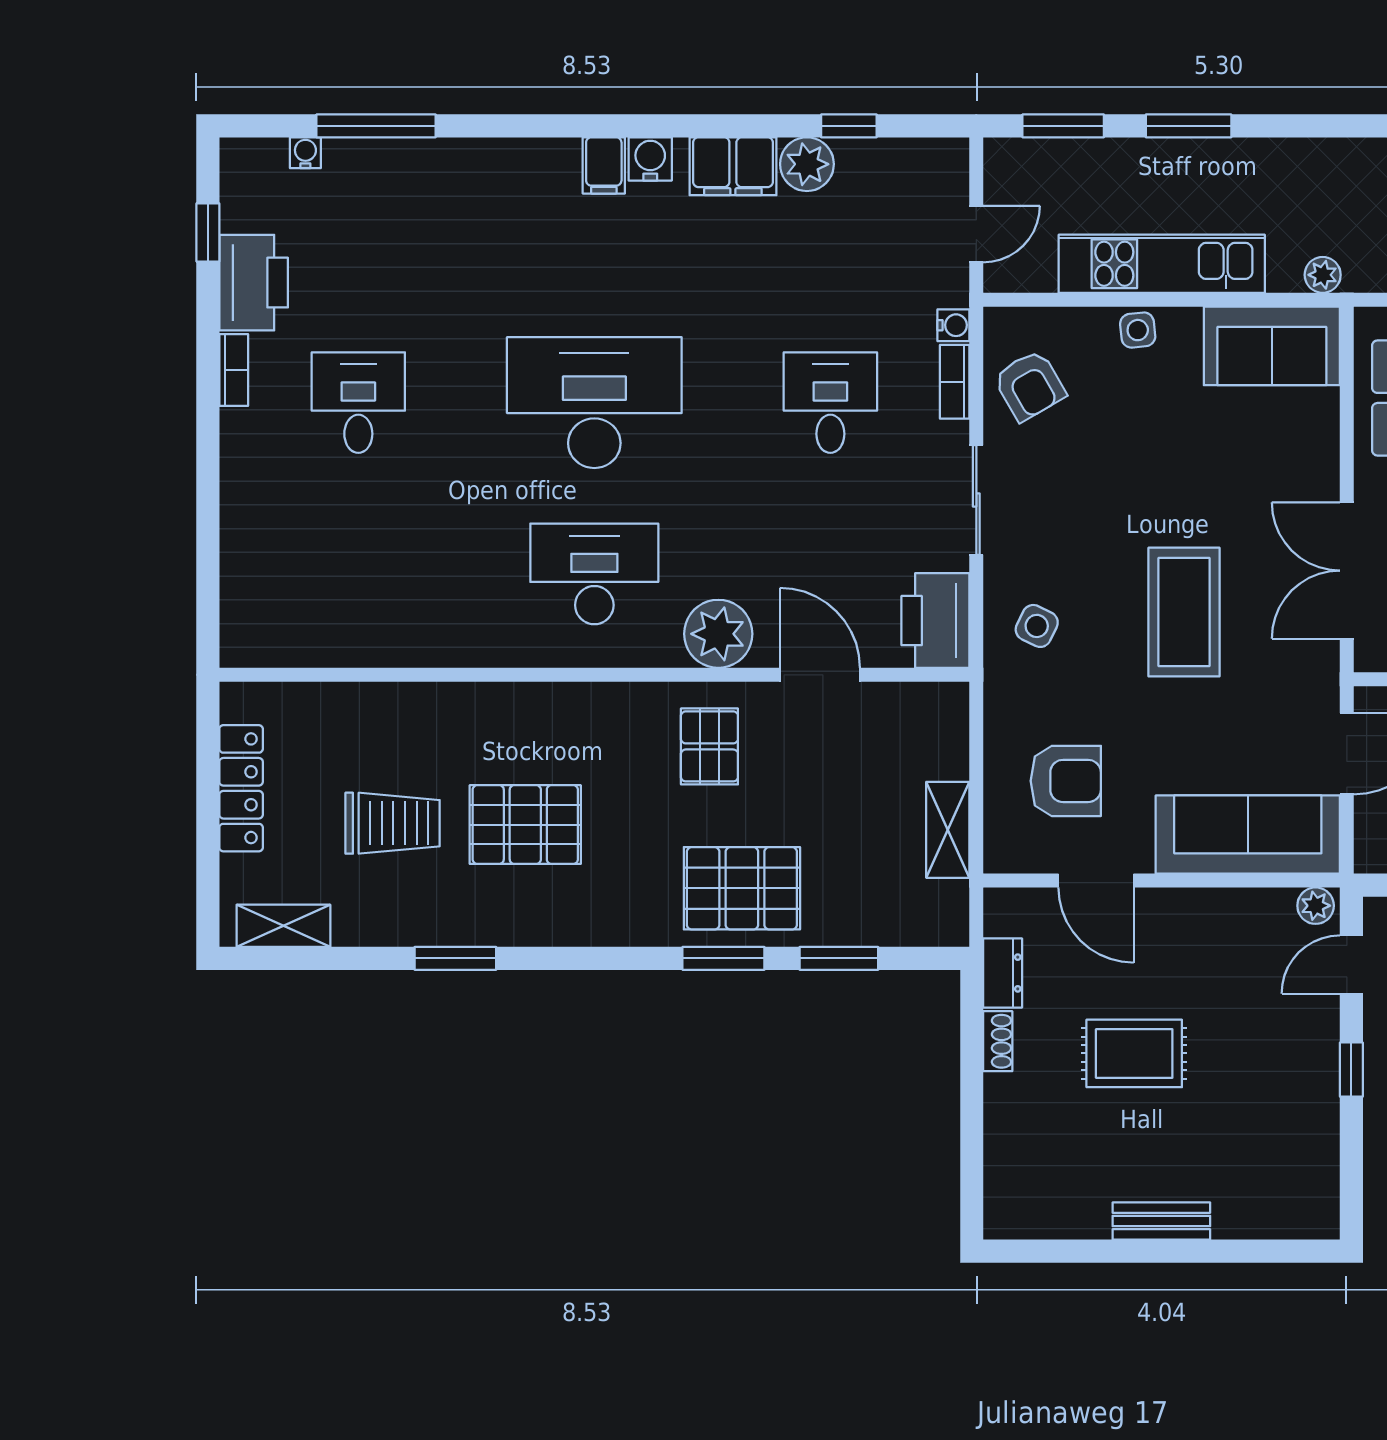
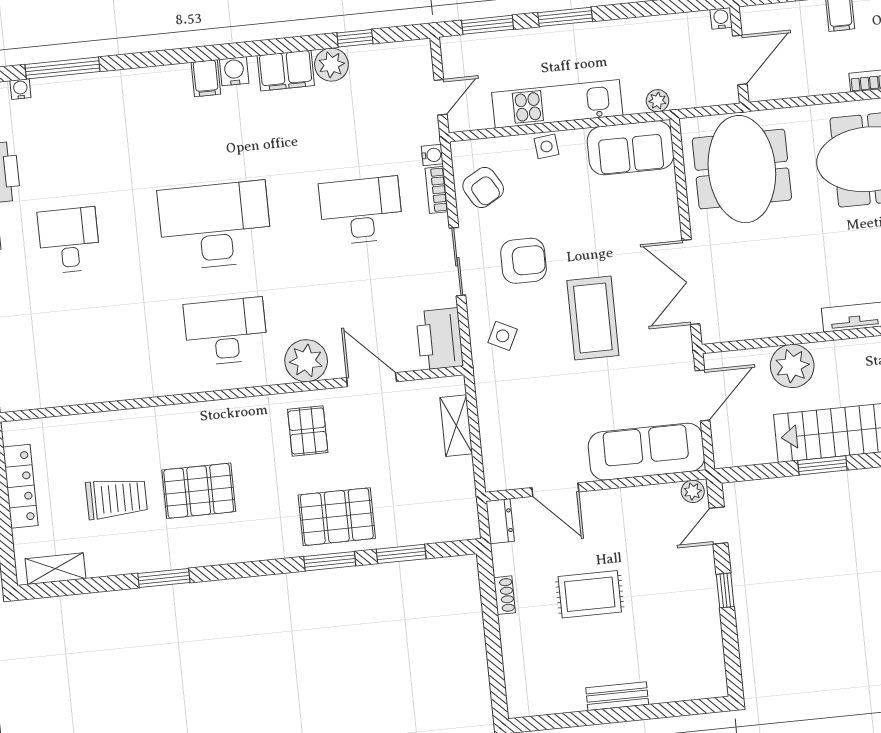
desk: (830, 403) -> (361, 211), width x1.37
armchair: (1066, 781) -> (523, 261), moved
shelving: (948, 830) -> (456, 426), moved
dresser: (1003, 973) -> (500, 521), moved

